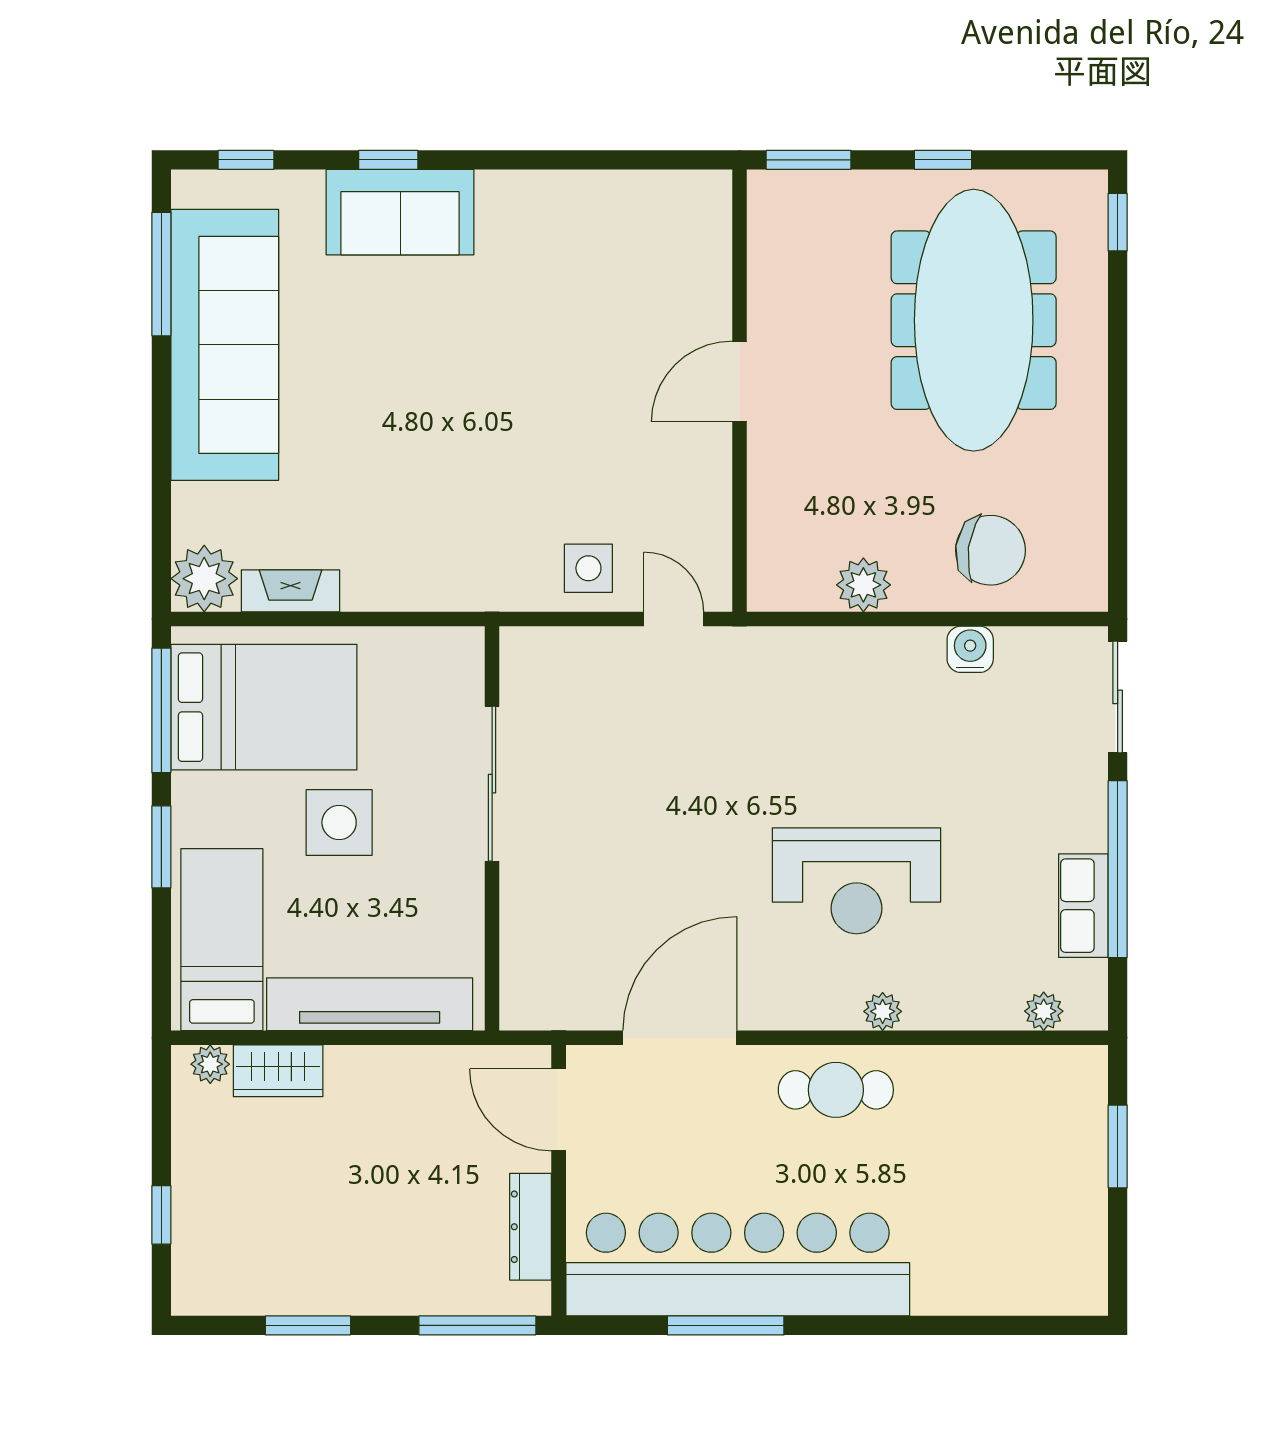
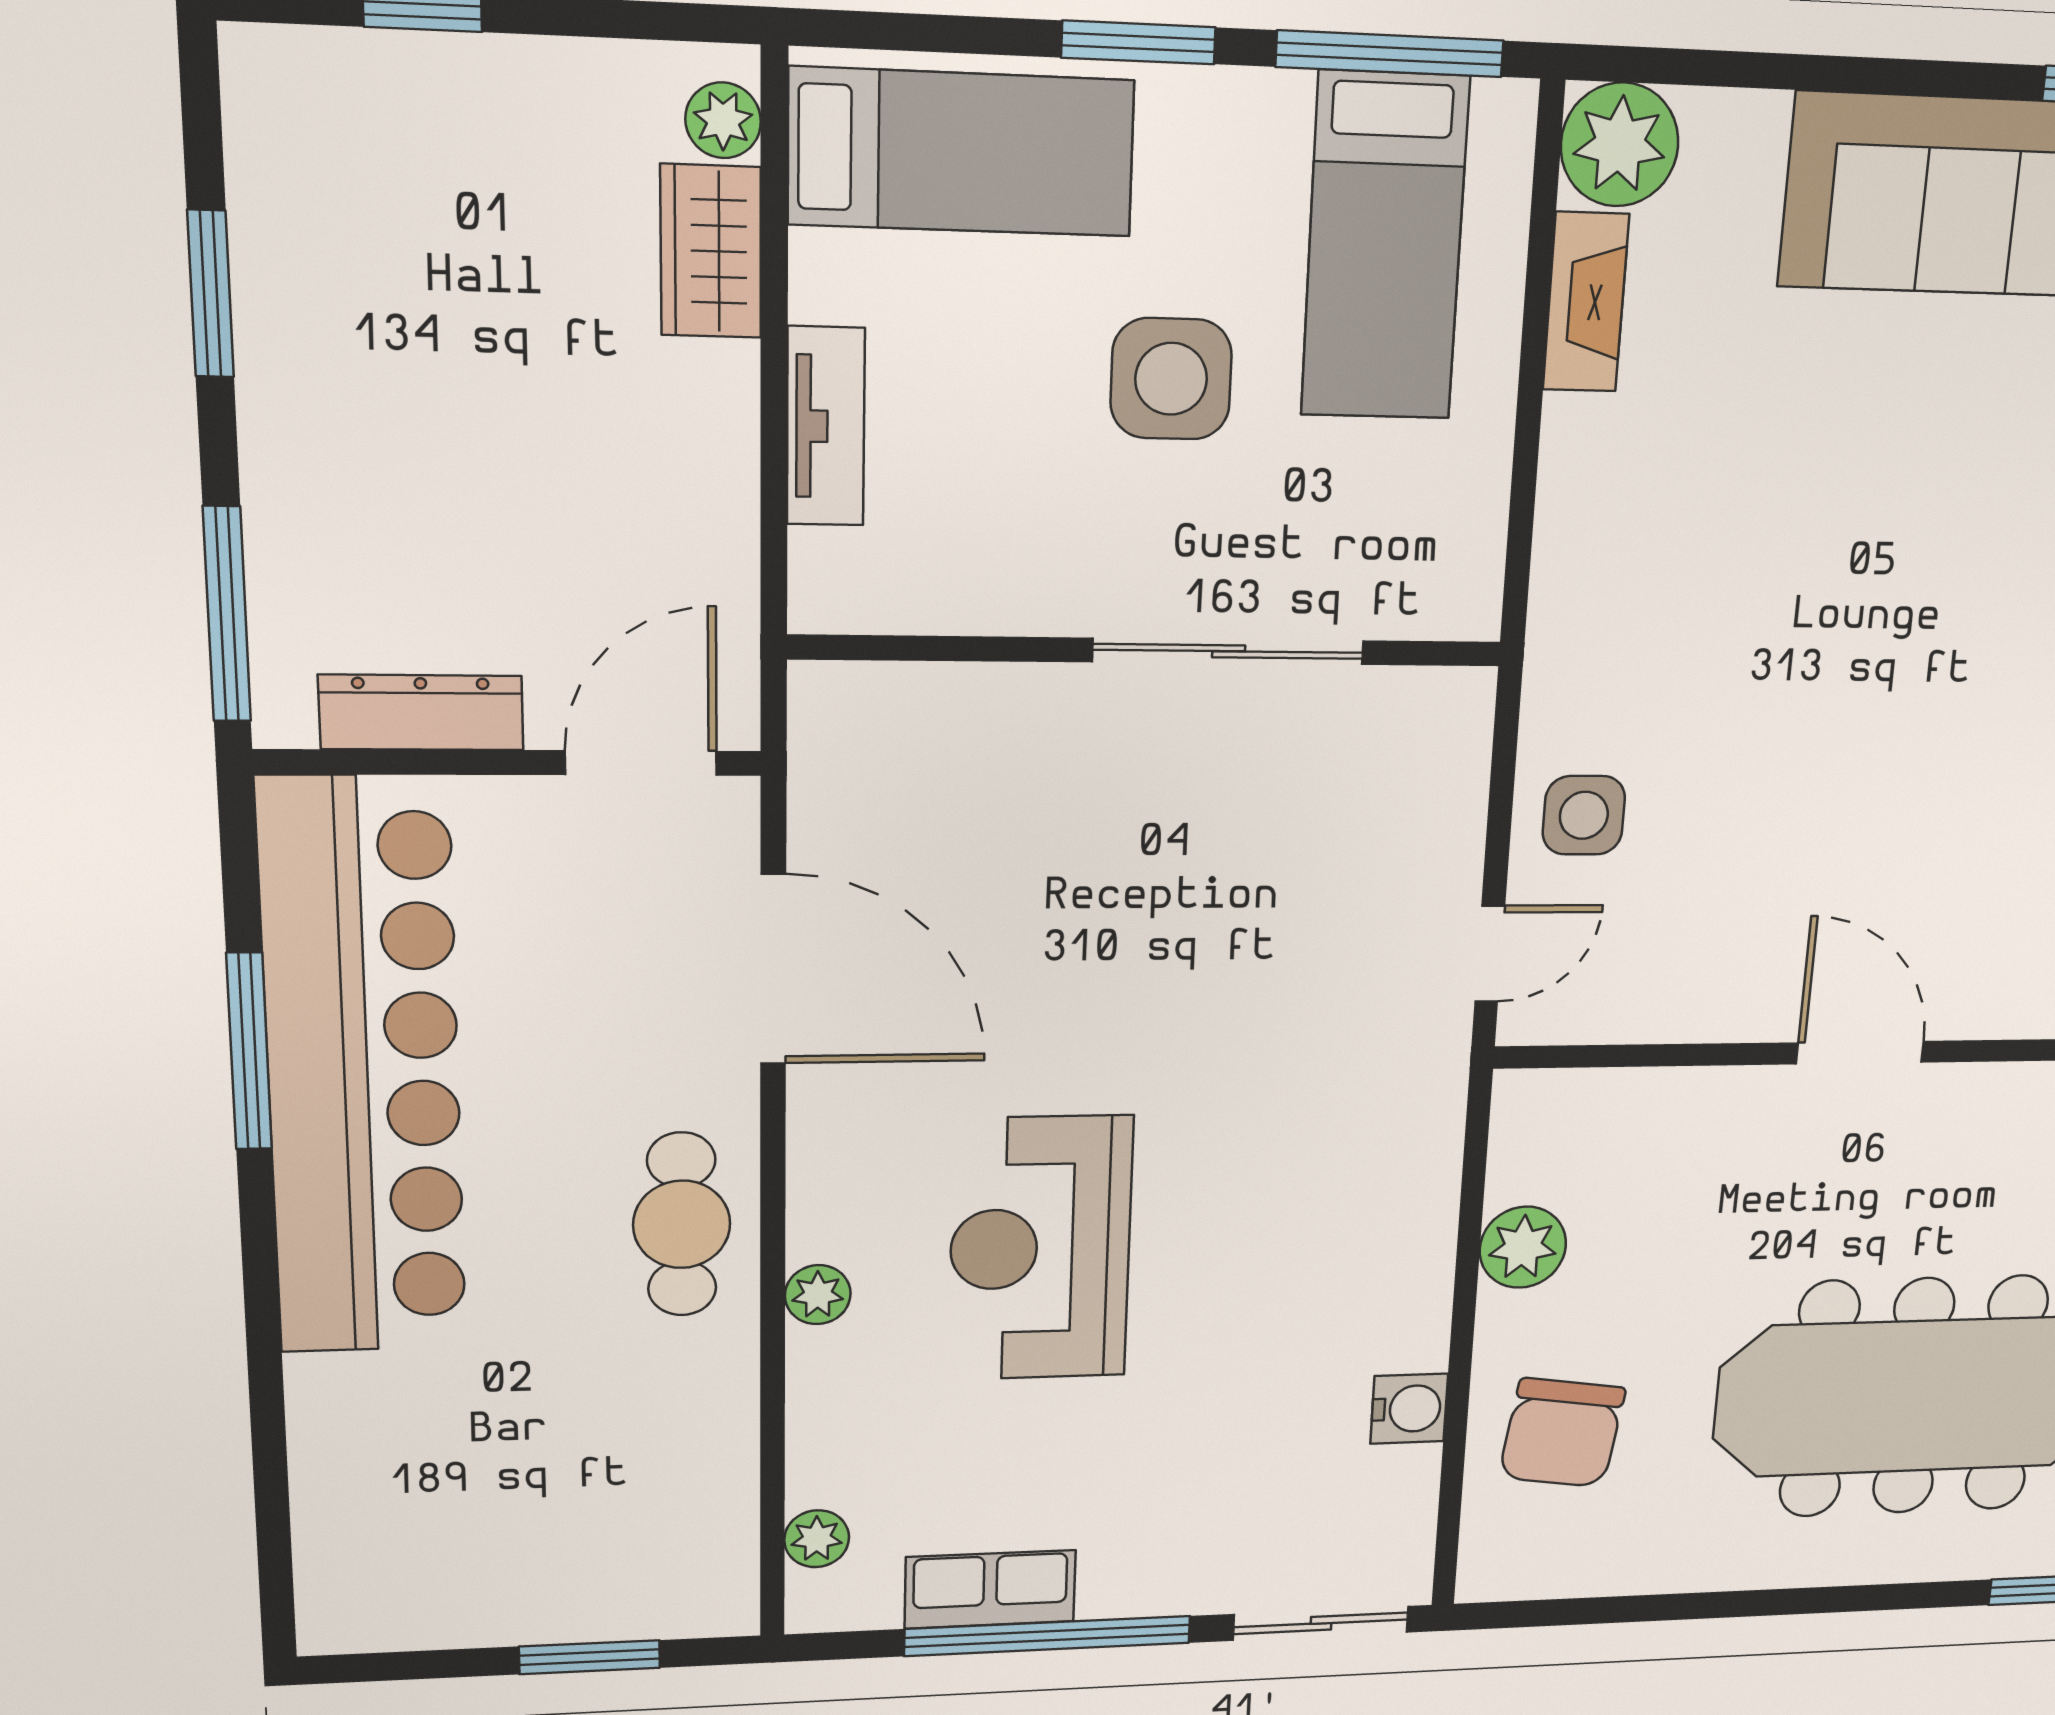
bed: (264, 707) -> (1385, 247), width x0.67
tv unit: (370, 1004) -> (826, 426), width x0.52, depth x0.78

